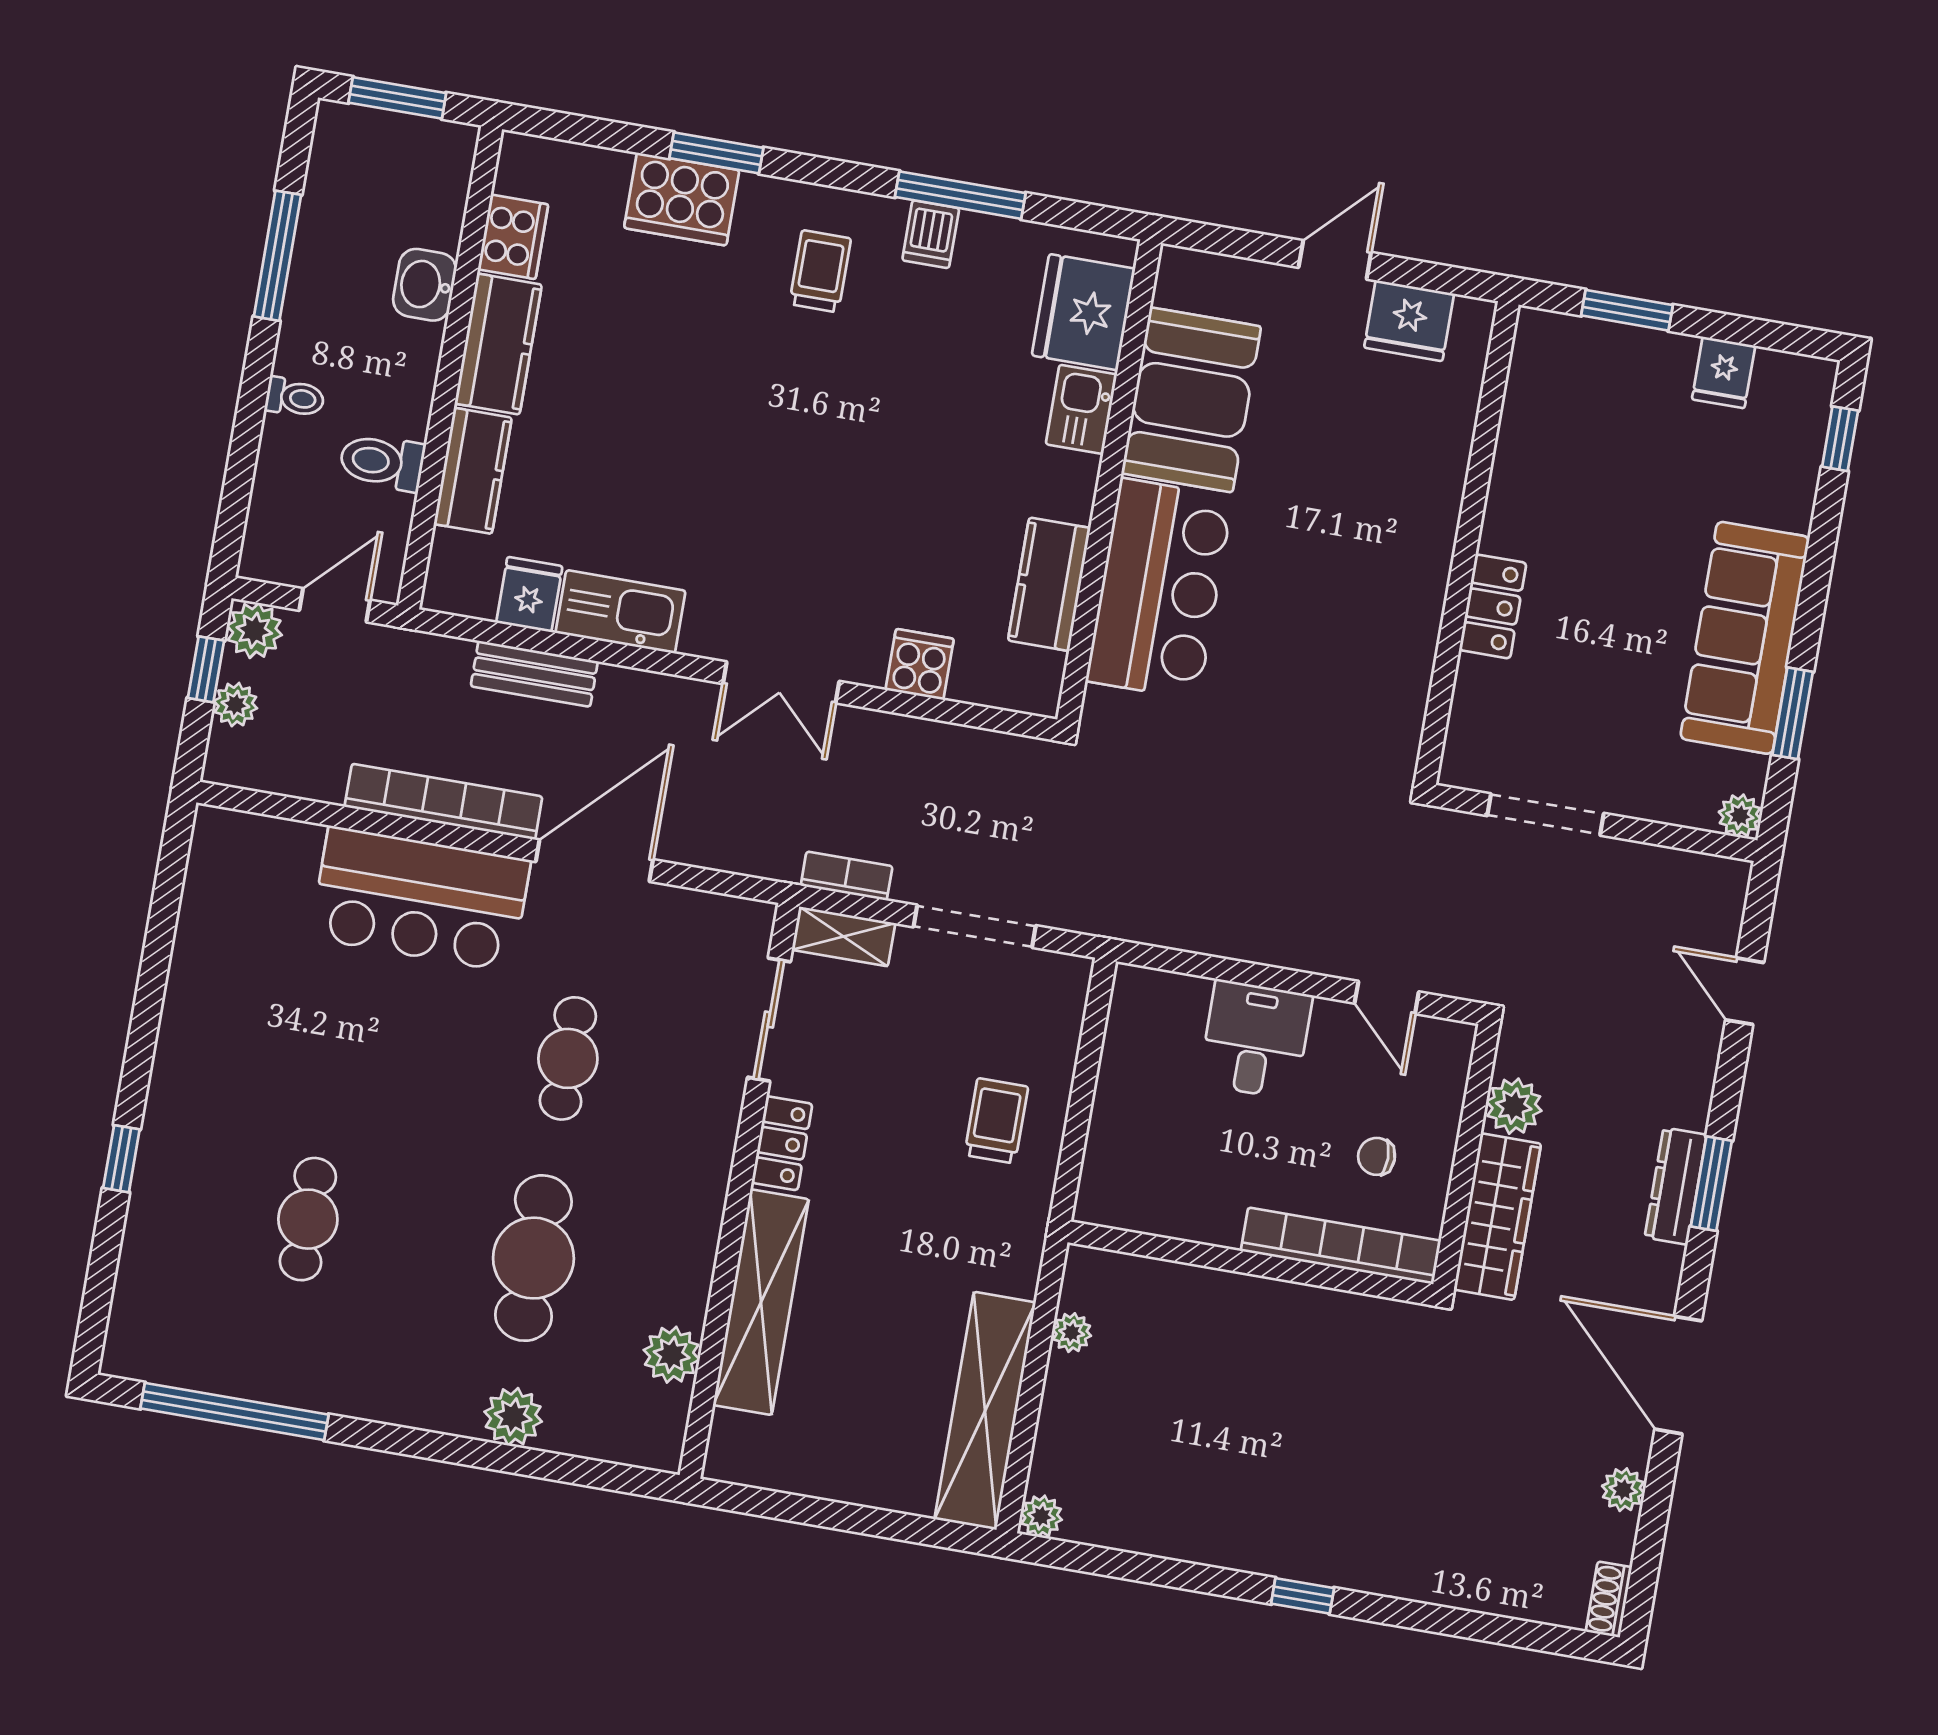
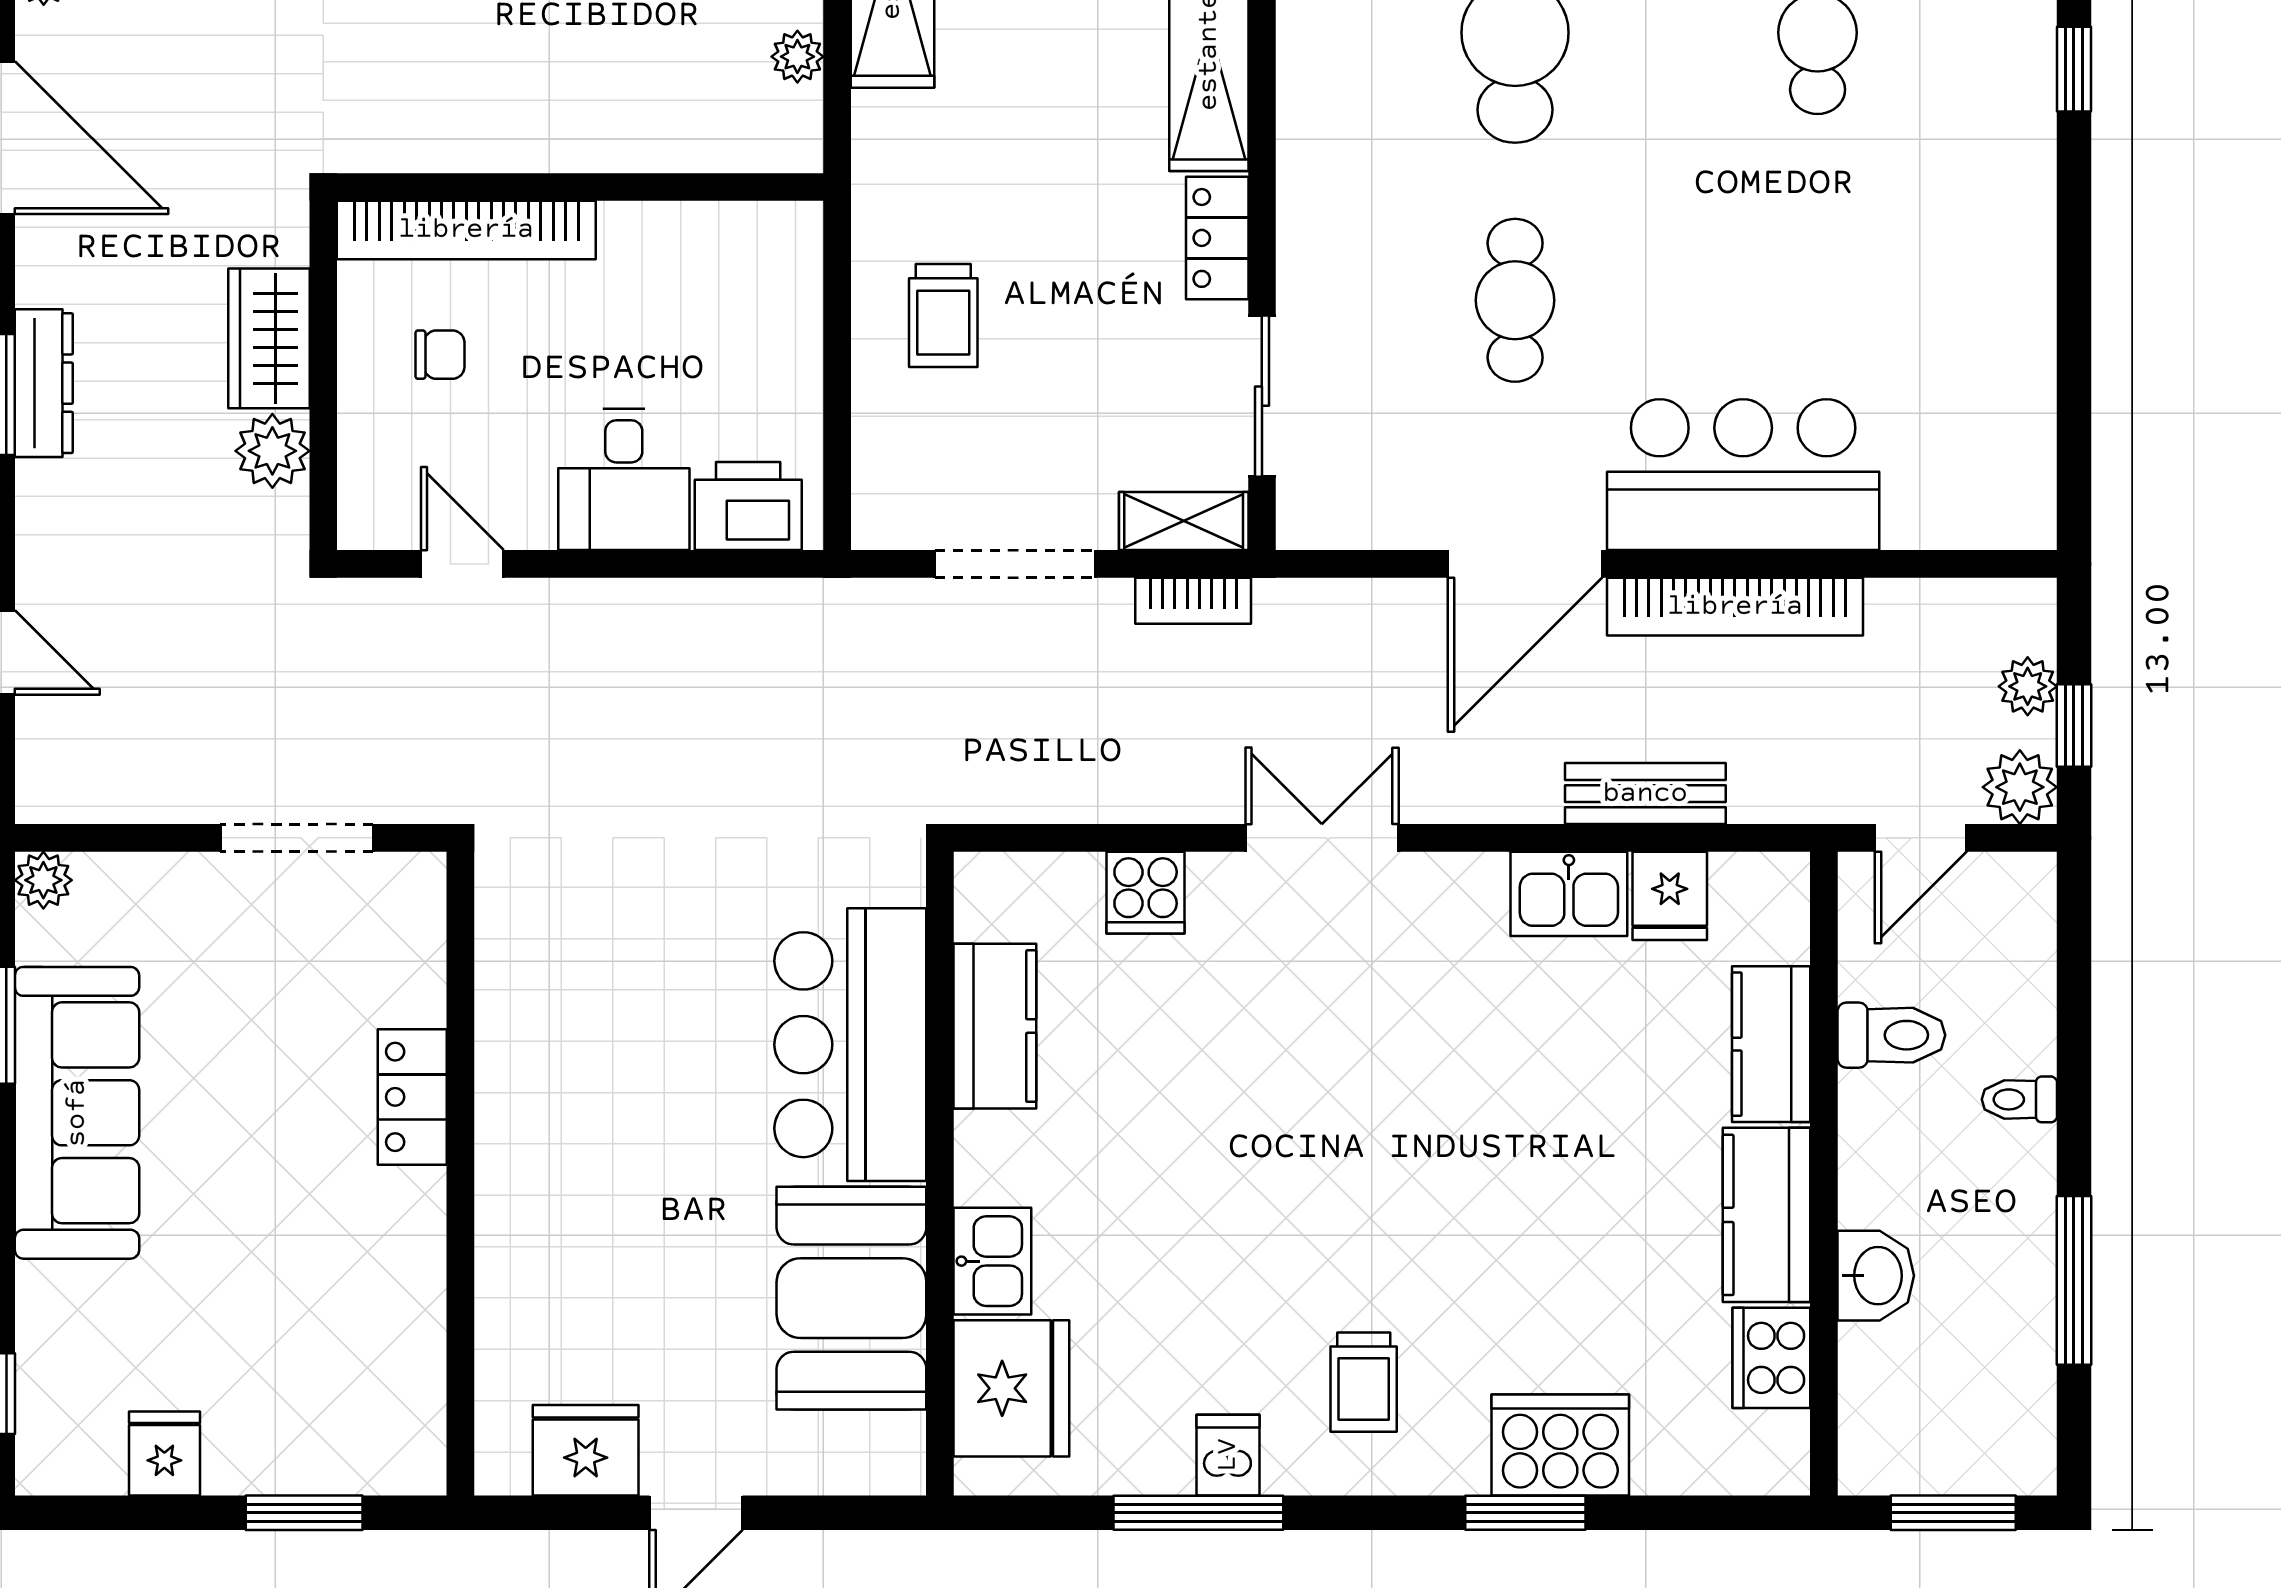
kitchen sink: (621, 612) -> (1569, 894), width x0.73
printer: (1166, 1004) -> (748, 506), added
wardrobe: (1497, 1217) -> (269, 338), width x0.67

